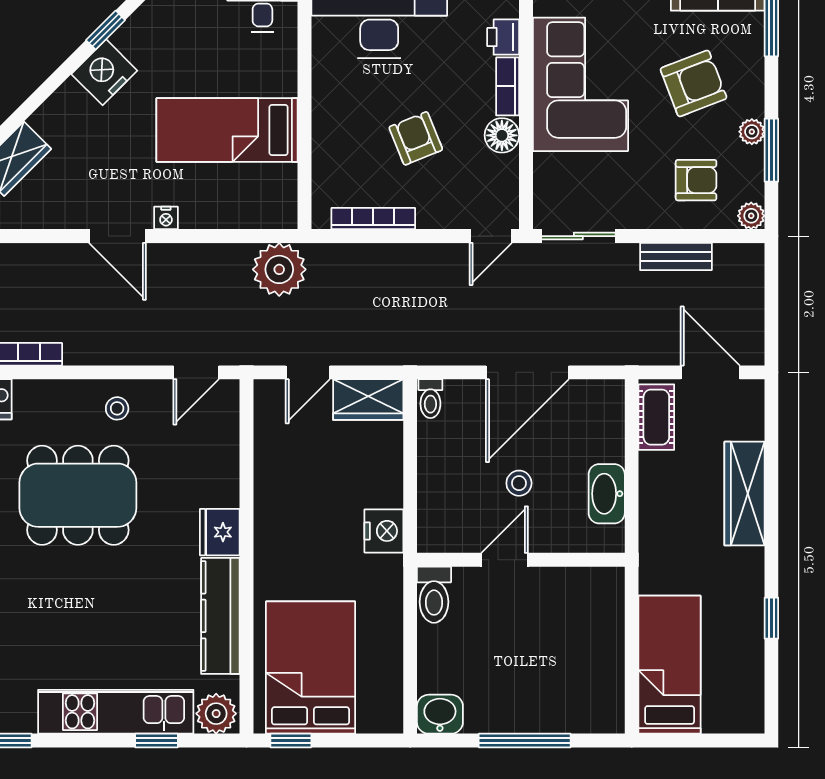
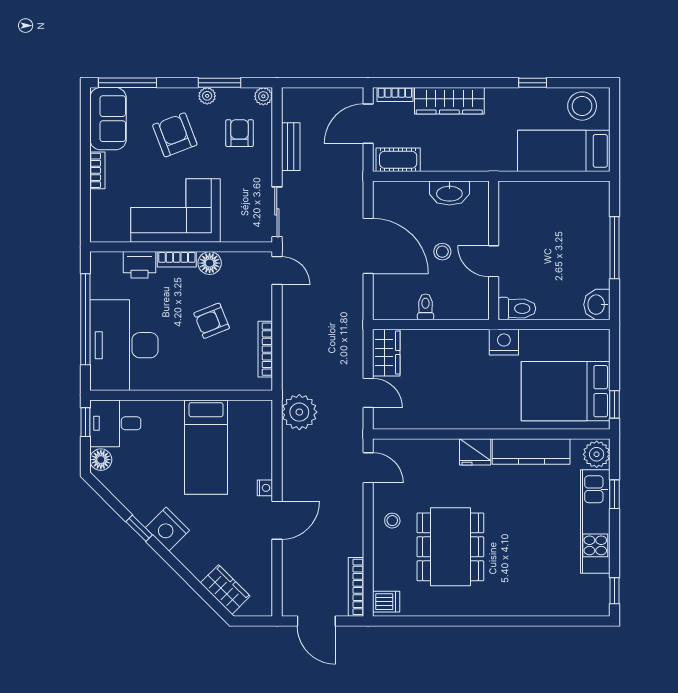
printer: (503, 37) -> (140, 265), width x1.36, depth x1.24
toilet: (430, 399) -> (426, 307), moved, turned -90
bookcase: (754, 412) -> (395, 94), added
nightstand: (384, 531) -> (504, 342), moved
stool: (737, 692) -> (582, 106), added

